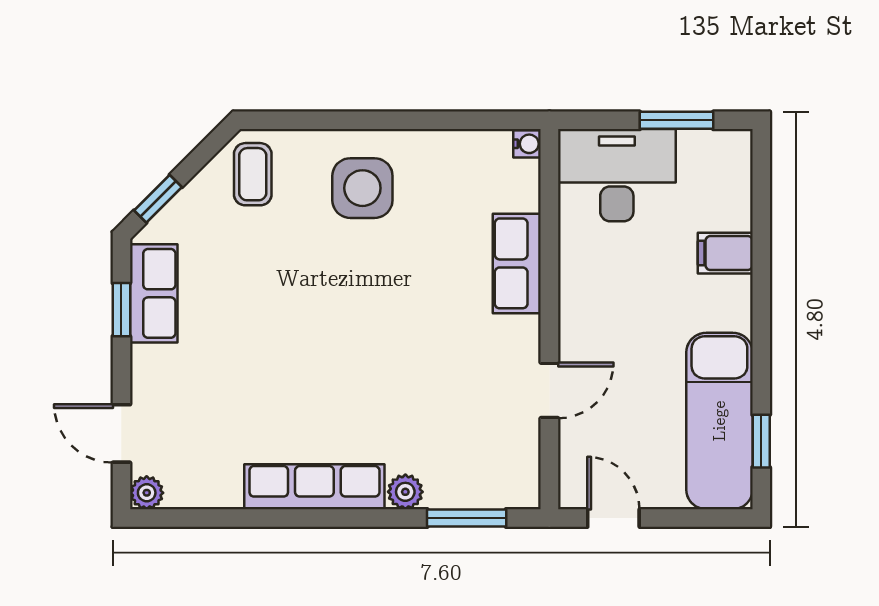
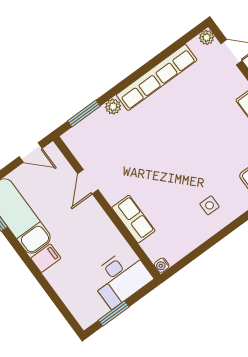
side table: (362, 188) -> (210, 205), width x0.54, depth x0.54
filing cabinet: (725, 253) -> (46, 258), moved
row of seats: (314, 487) -> (157, 77), width x1.36

